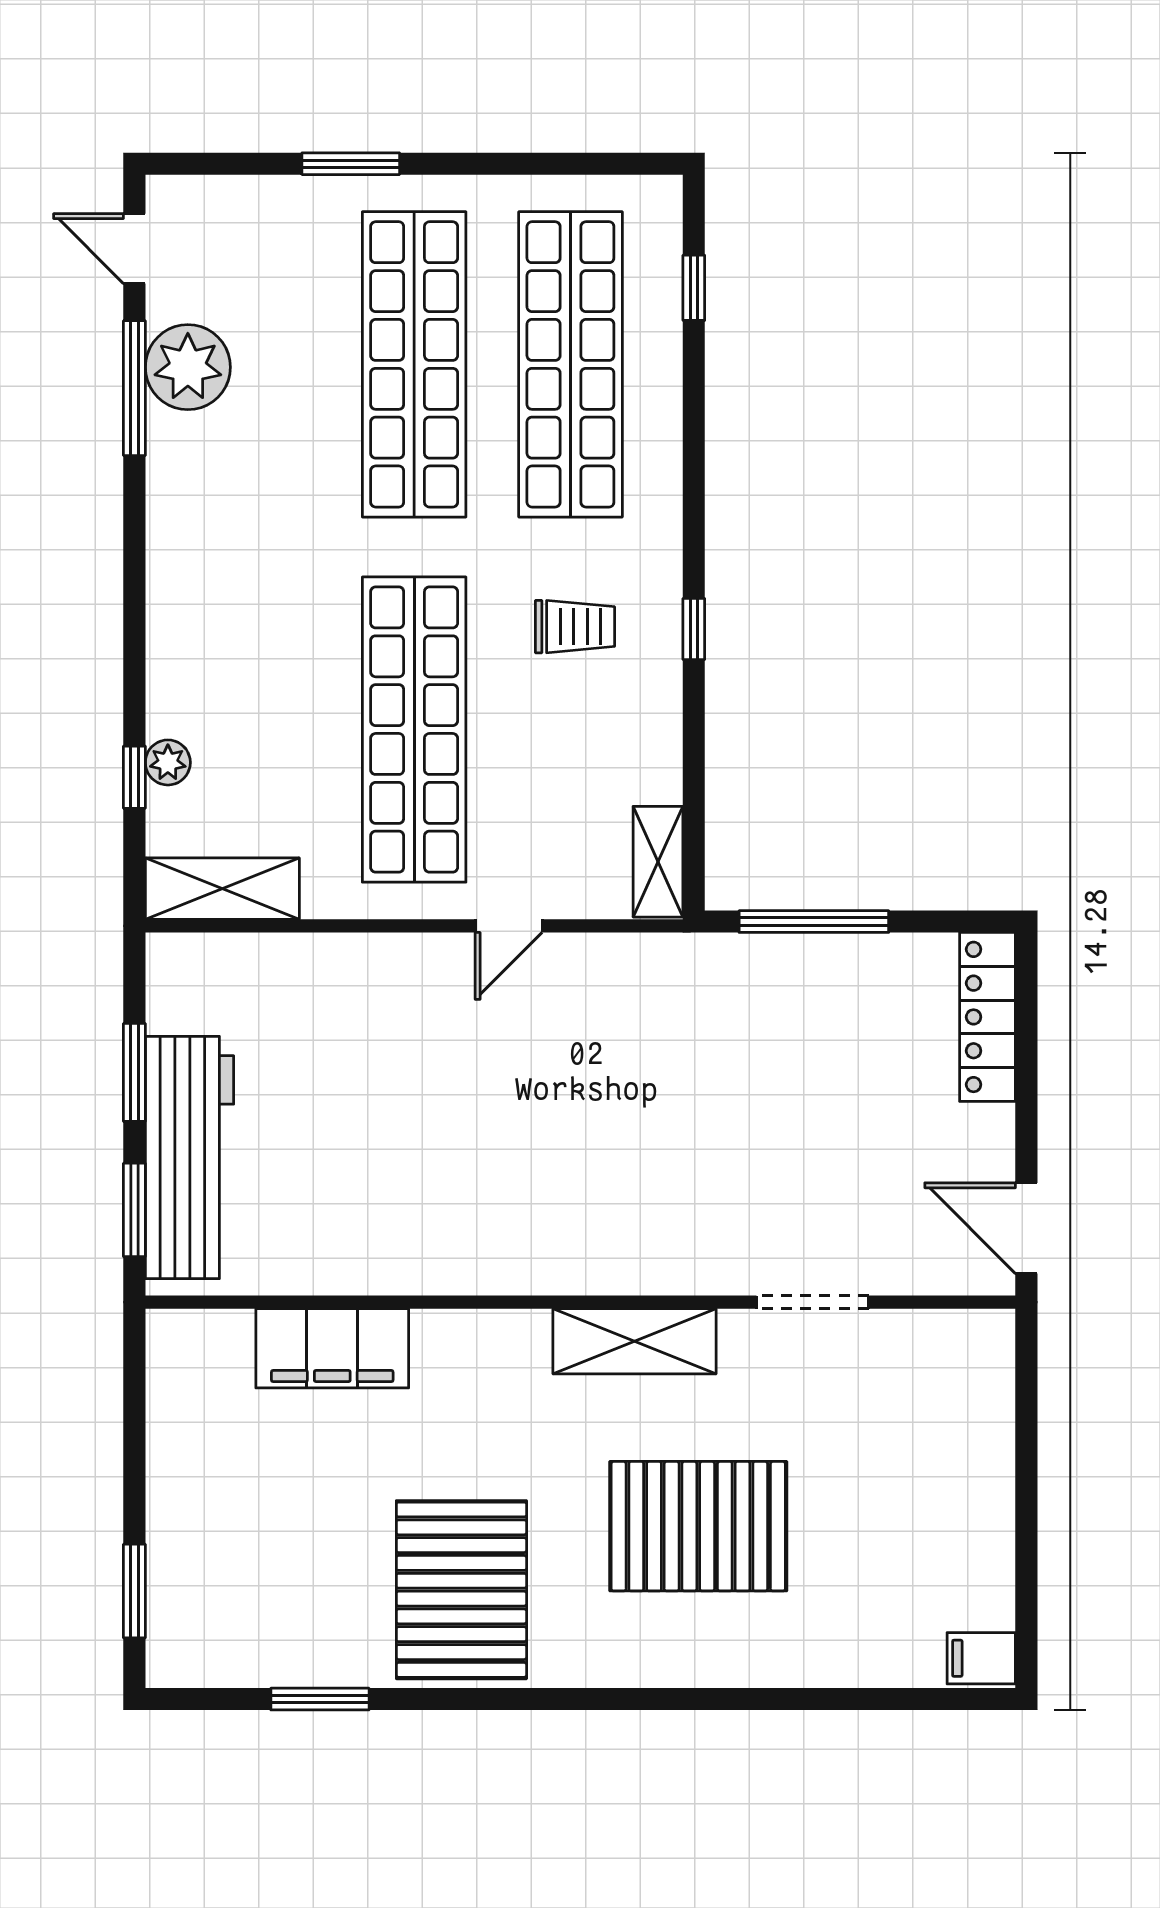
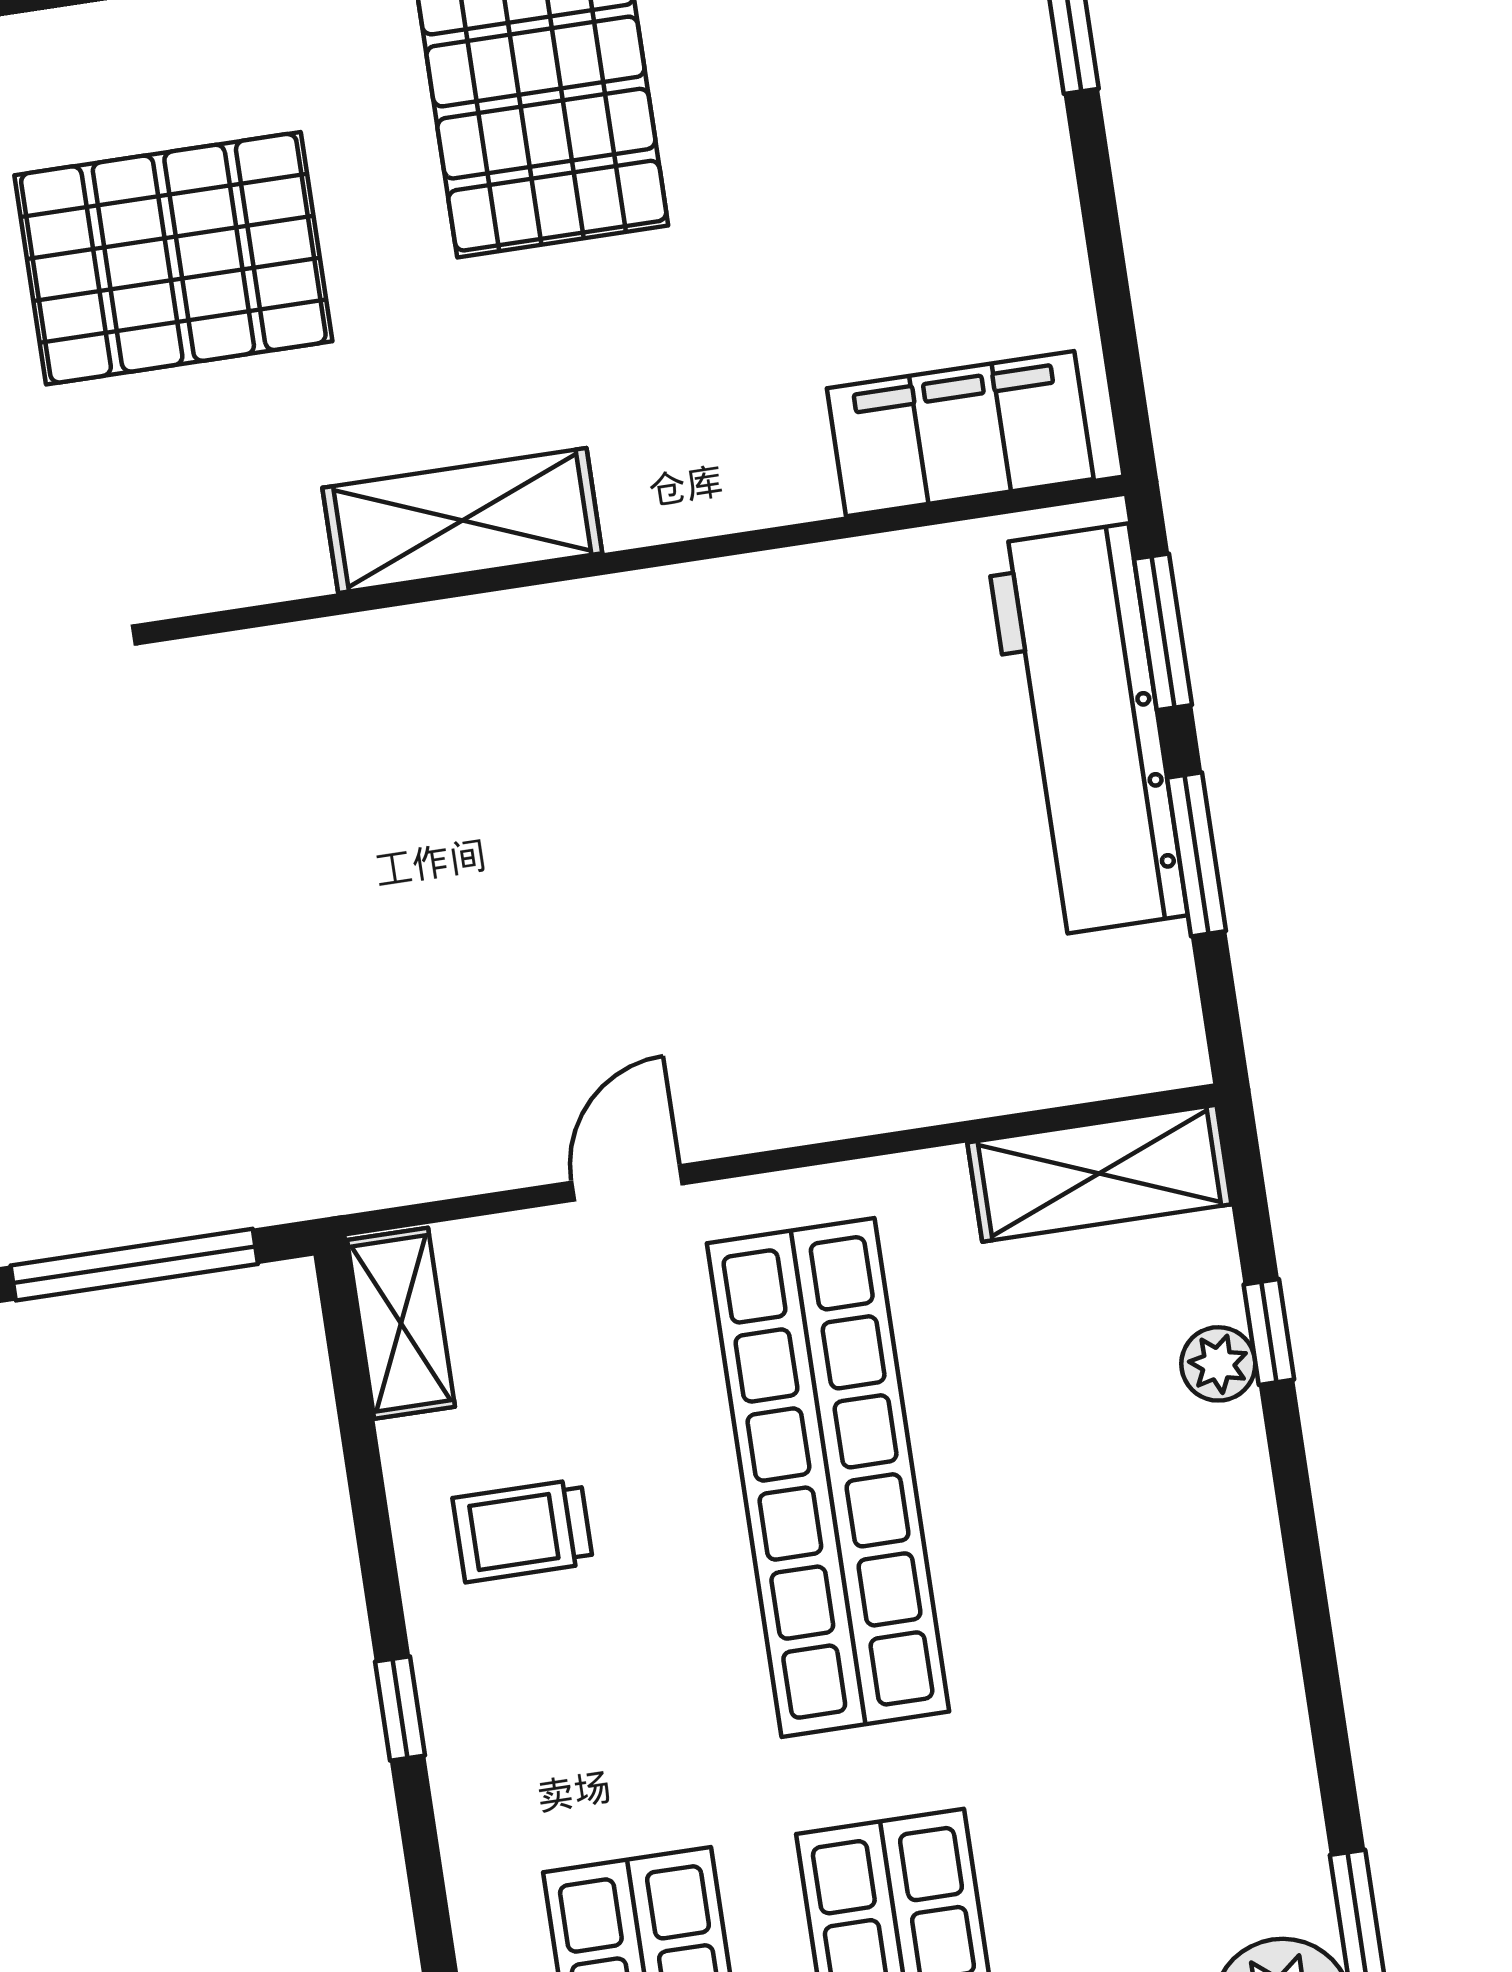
trolley: (575, 627) -> (523, 1531), moved
shelving: (634, 1341) -> (462, 520), moved
filing cabinet: (332, 1348) -> (960, 434), moved

